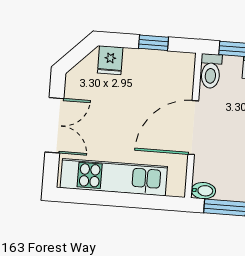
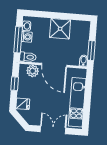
plant: (181, 81) -> (33, 71), added

